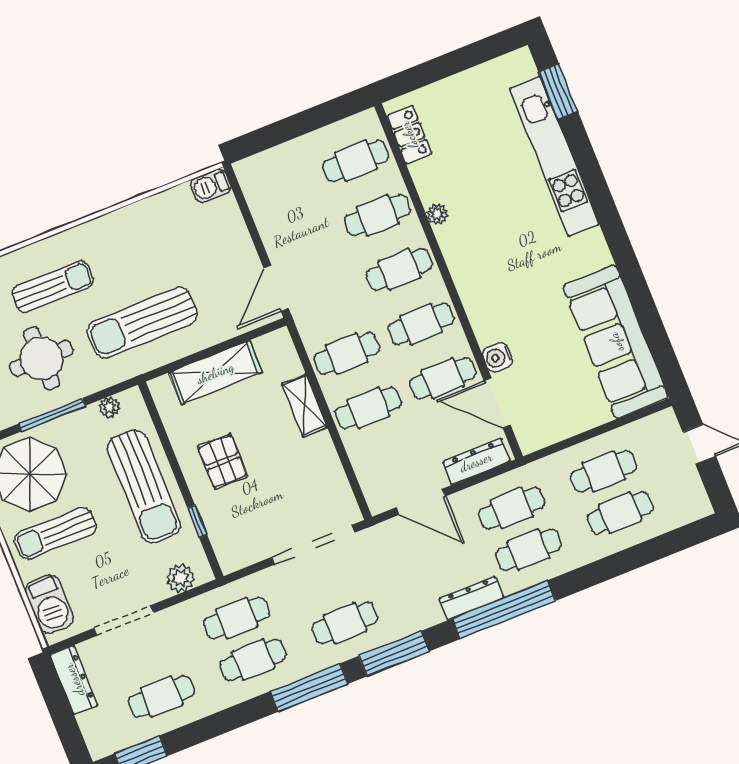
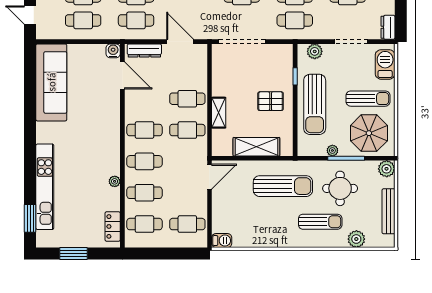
window: (458, 61) -> (73, 254), added
sun lounger: (53, 287) -> (320, 222), turned 180
water cooler: (498, 357) -> (113, 51), moved, turned -90
cafe table: (443, 378) -> (187, 224), moved
plant: (110, 407) -> (332, 150), moved
pallet: (223, 461) -> (271, 101), turned 90
sun lounger: (144, 486) -> (315, 104), turned 180
dresser: (74, 680) -> (388, 27), width x0.70

